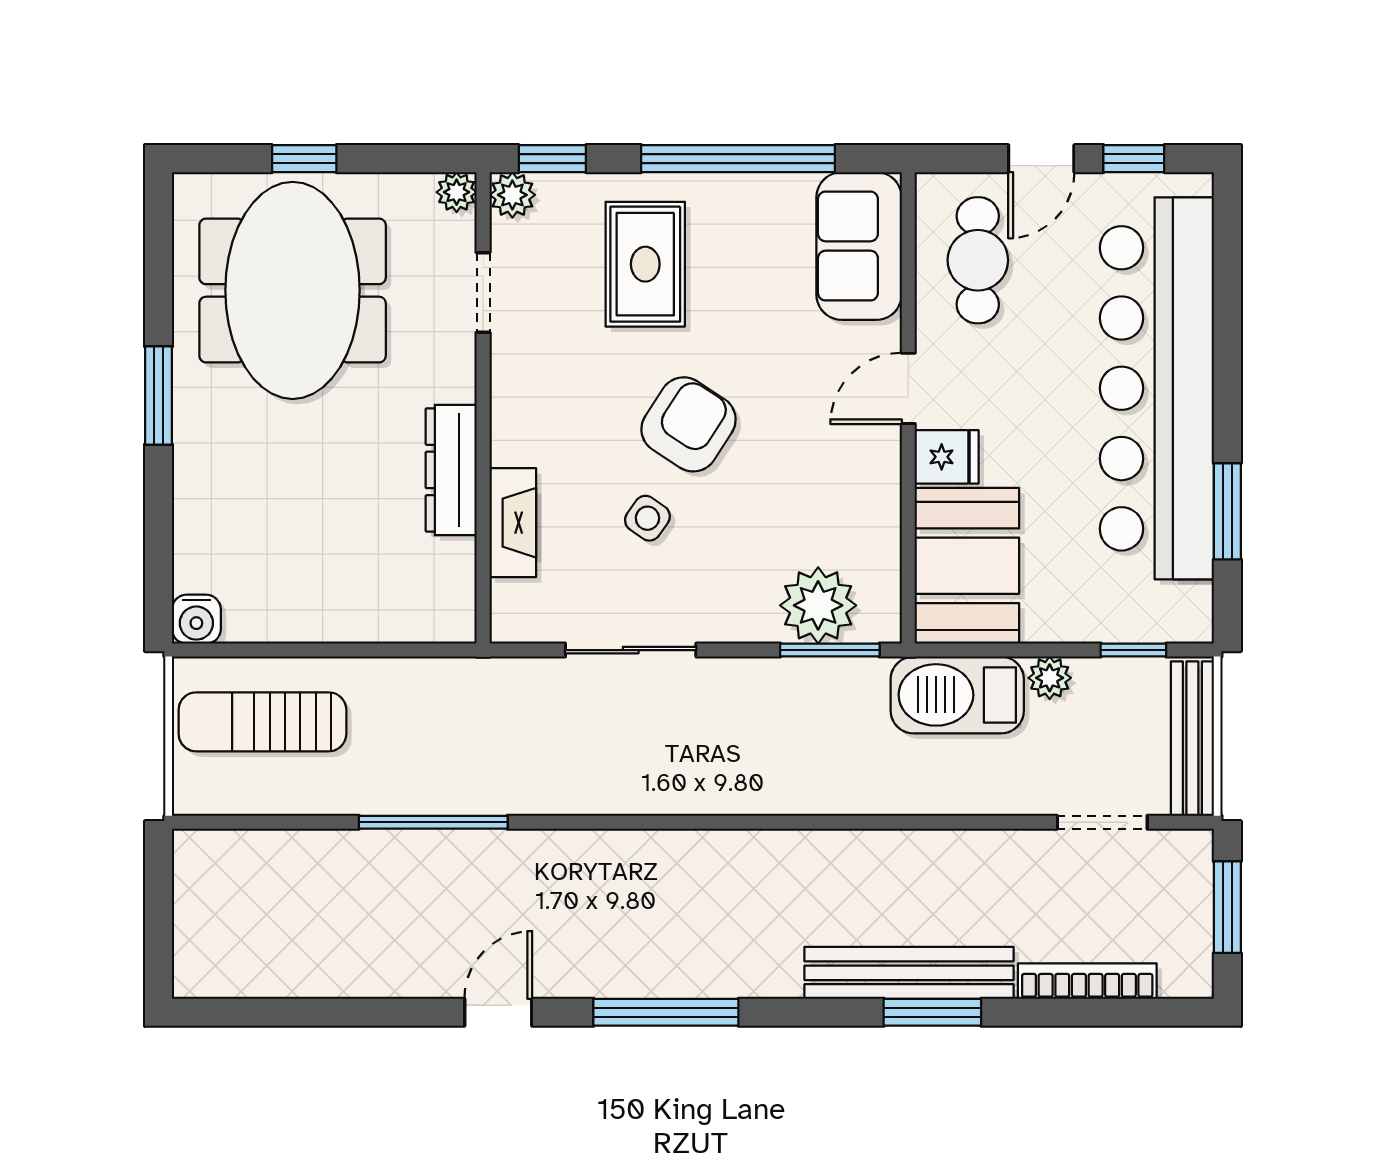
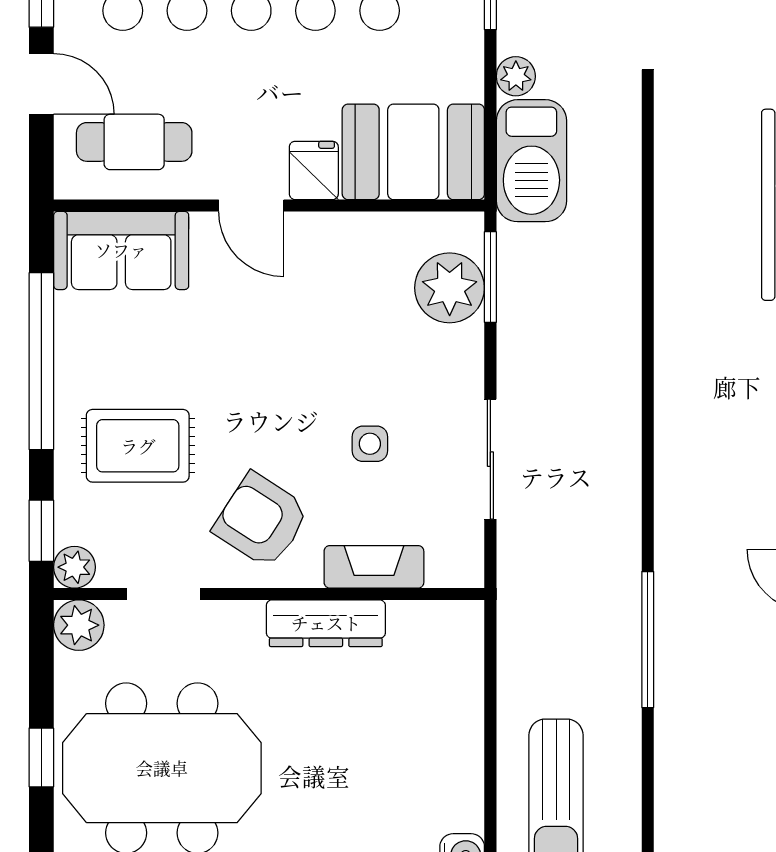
plant: (457, 192) -> (79, 625), width x1.38, depth x1.38
armchair: (689, 424) -> (261, 520), moved
side table: (647, 518) -> (370, 444), turned -35

